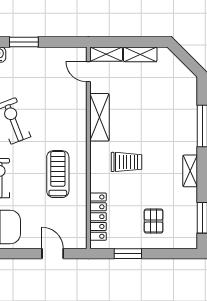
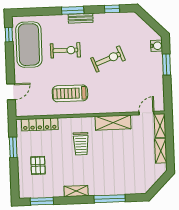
treadmill: (58, 174) -> (70, 93), turned 180
pallet: (154, 221) -> (38, 165), turned 90

